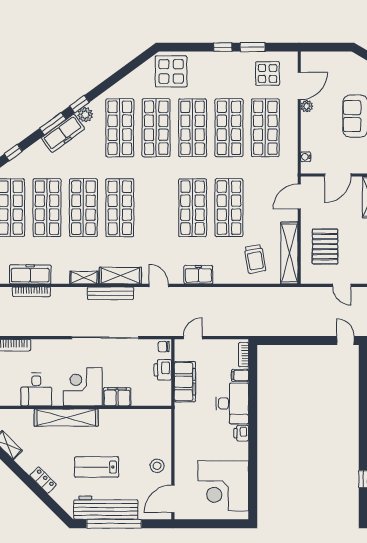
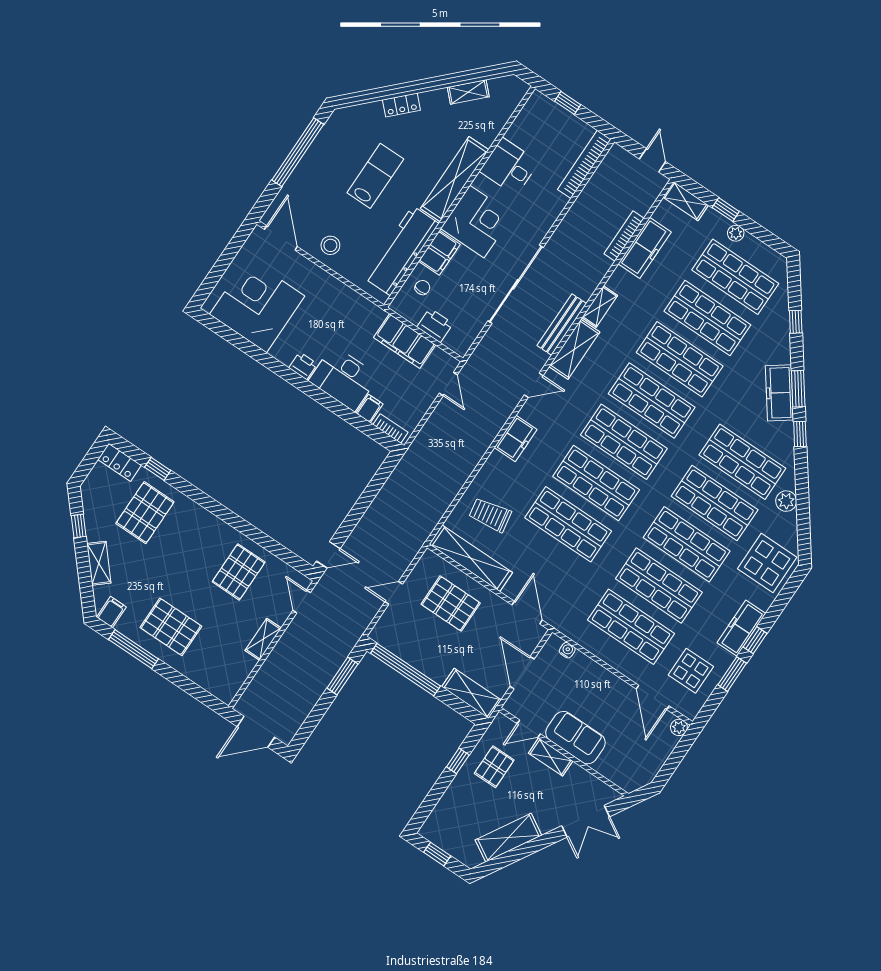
freezer: (221, 60) -> (741, 628), added
plant: (307, 106) -> (679, 727), moved
plant: (85, 115) -> (786, 501), moved
shop shelf: (156, 208) -> (624, 442), added
chair: (164, 347) -> (422, 287), moved
workbench: (106, 508) -> (401, 251), moved, turned 180

